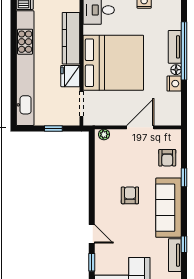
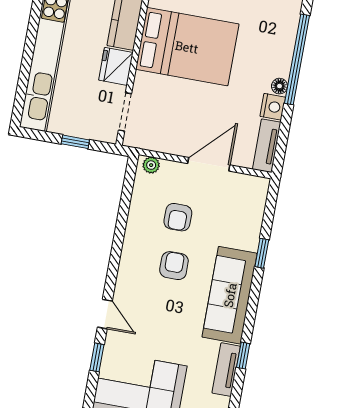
tv unit: (175, 47) -> (267, 146), moved
bed: (113, 63) -> (187, 47), width x0.73
armchair: (167, 158) -> (178, 217), moved

